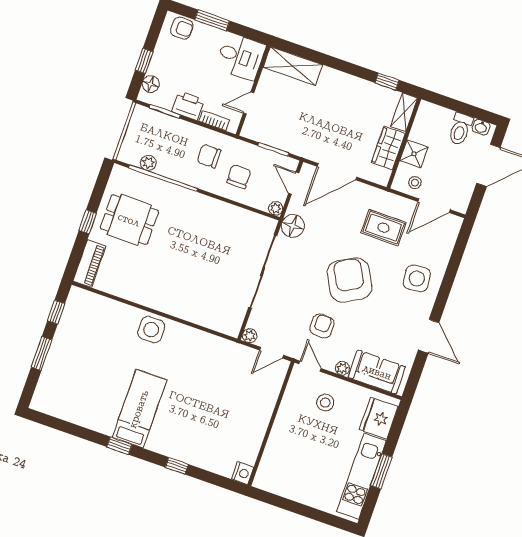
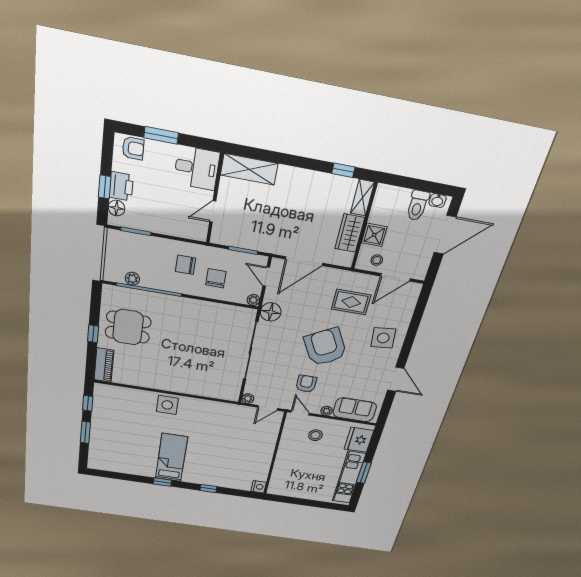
printer: (188, 106) -> (121, 186), moved, turned 90
bookcase: (214, 121) -> (183, 233), removed

